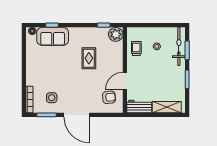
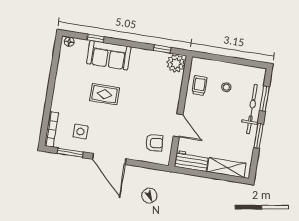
sofa: (53, 36) -> (109, 55), moved
bicycle: (179, 46) -> (252, 109), moved
rug: (89, 58) -> (104, 94), moved, turned 90
door: (125, 81) -> (178, 125), swing flipped

